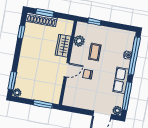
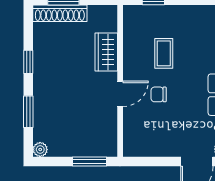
window: (21, 32) -> (28, 62), moved
plant: (79, 41) -> (133, 39), removed
window: (12, 81) -> (28, 112), moved

